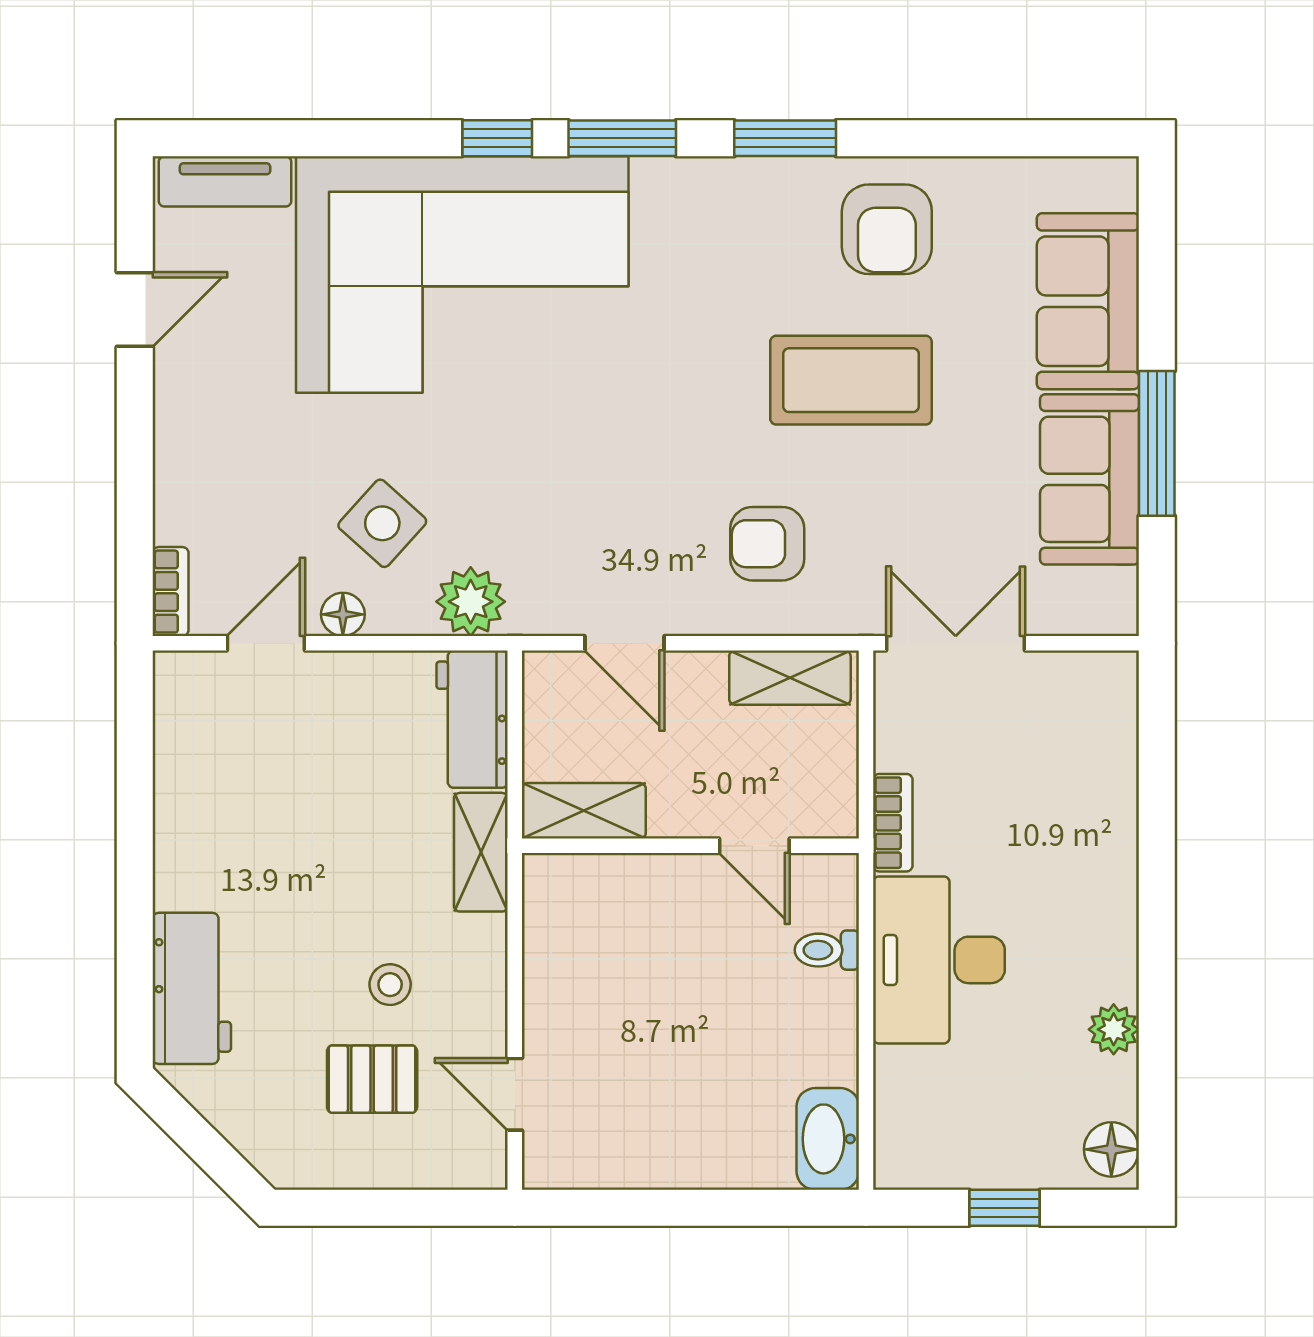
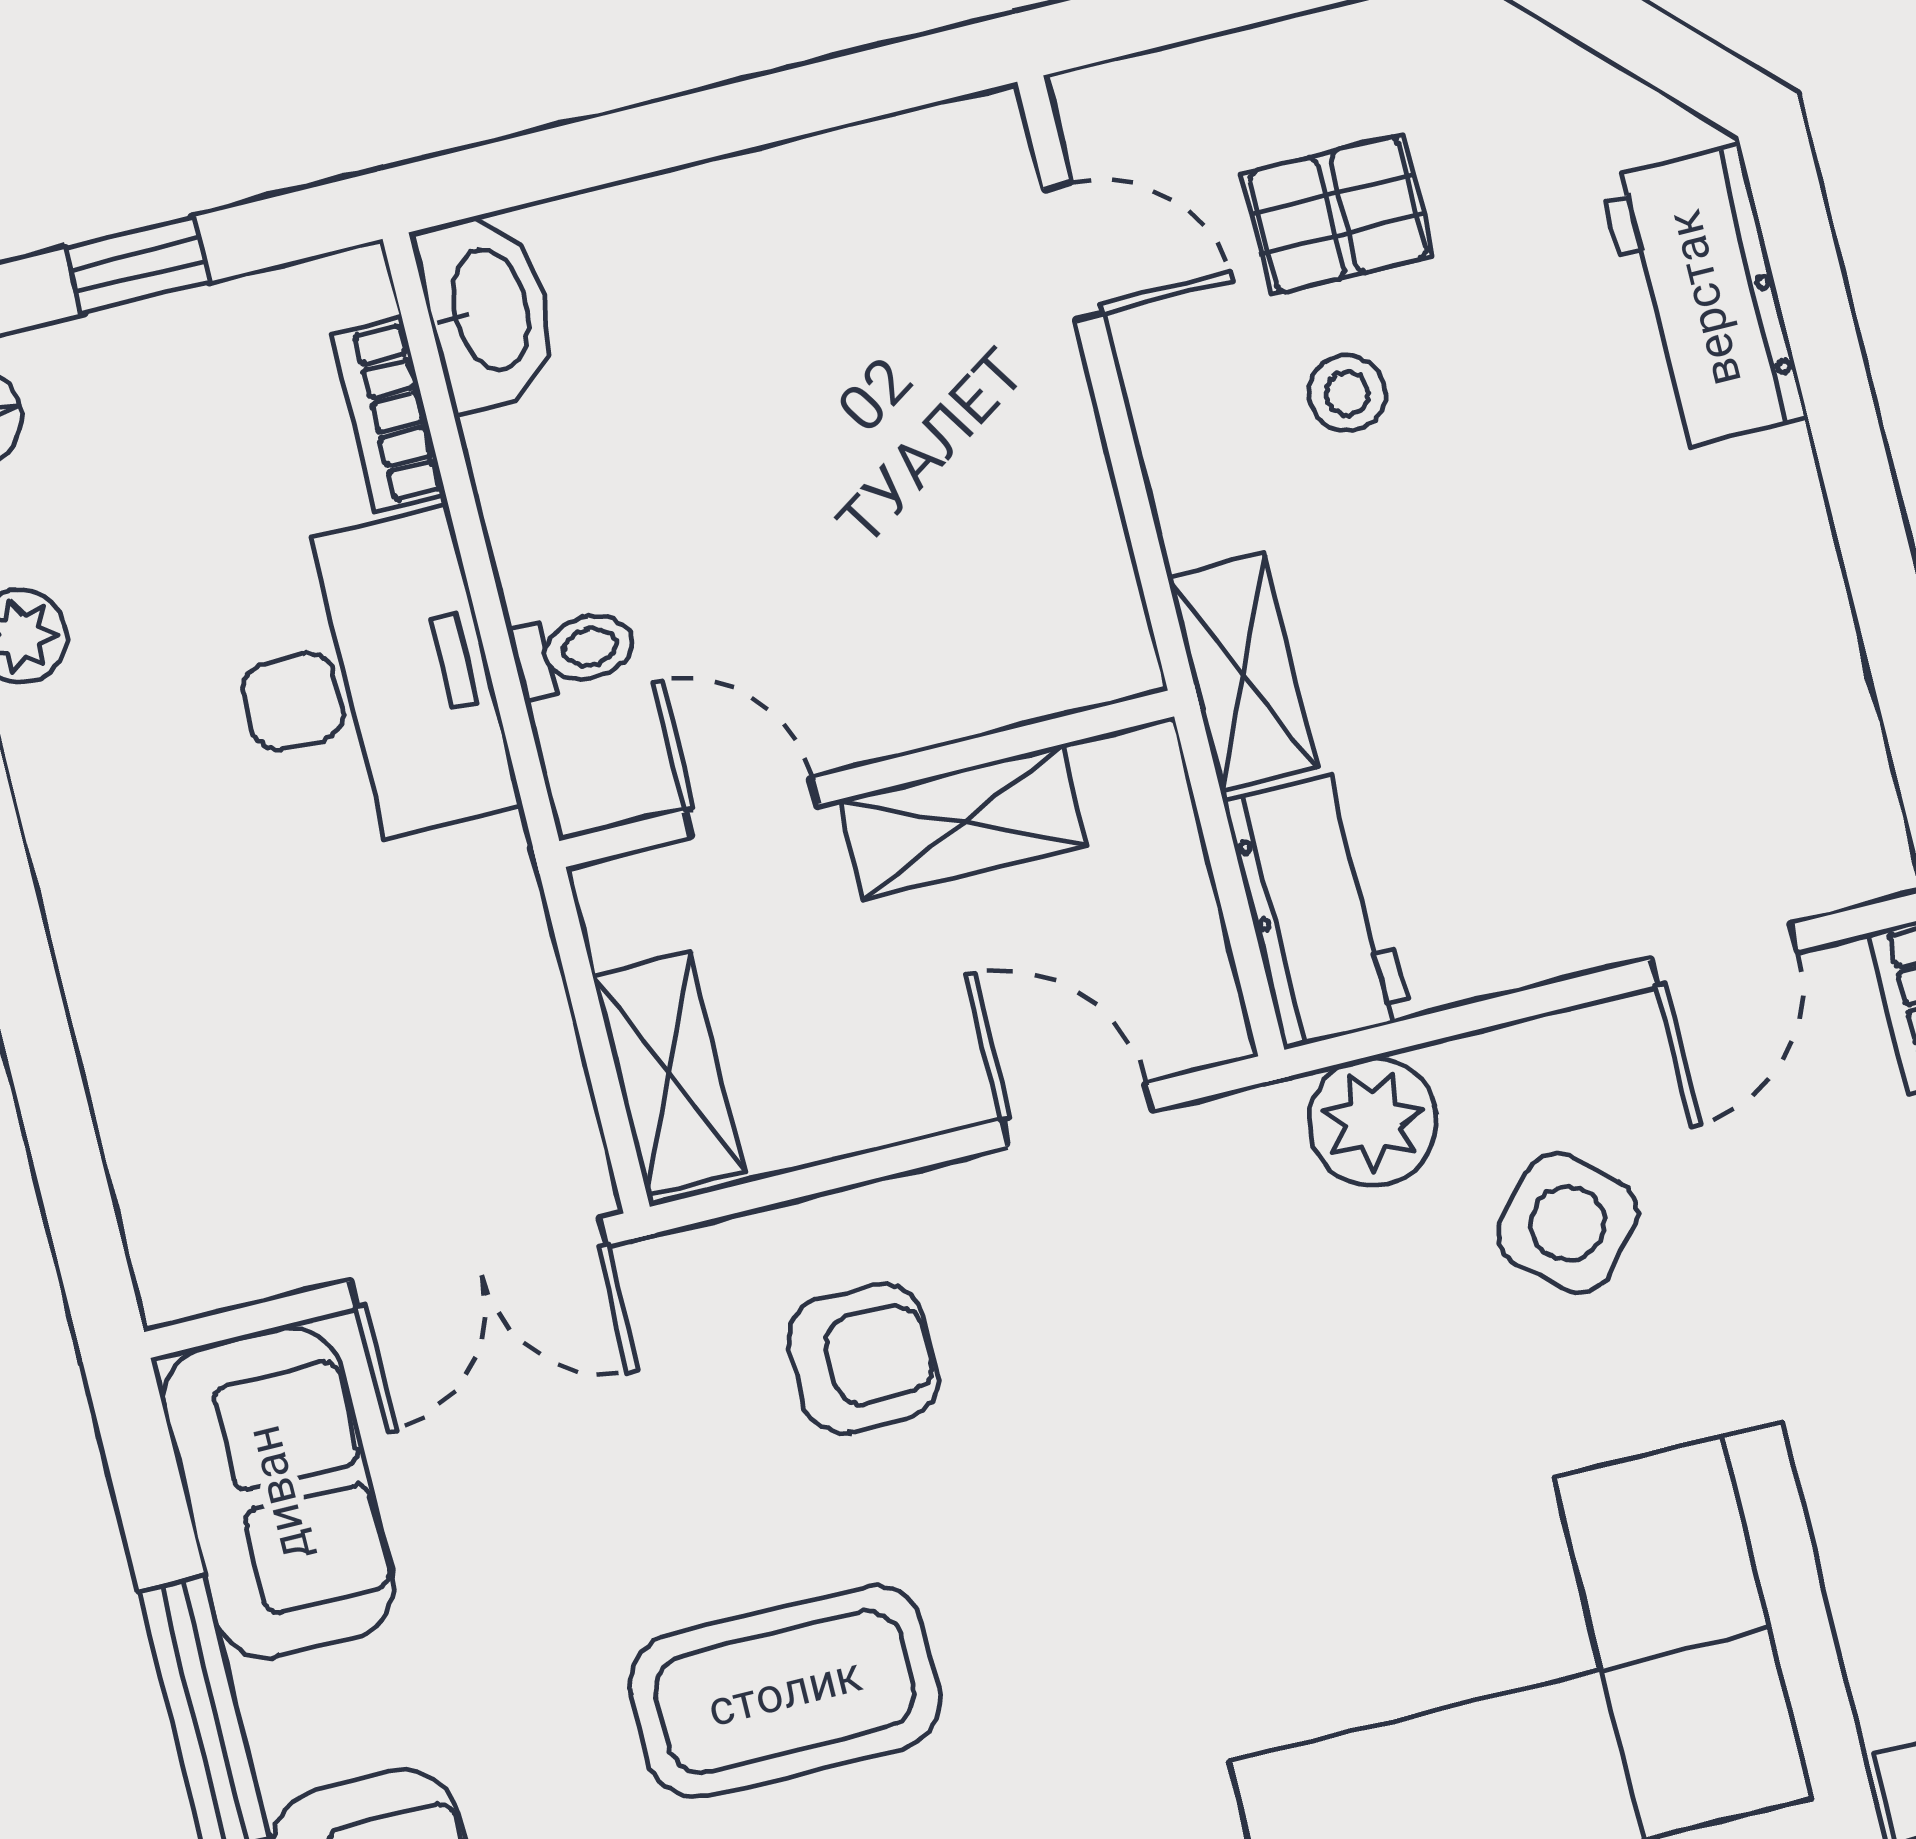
sofa: (1090, 479) -> (278, 1493), moved
floor lamp: (343, 614) -> (1598, 1041), removed
shelving: (790, 678) -> (669, 1073), moved, turned 90
shelving: (584, 811) -> (963, 822), moved
bookcase: (893, 823) -> (389, 415), moved

